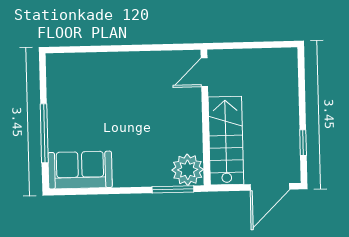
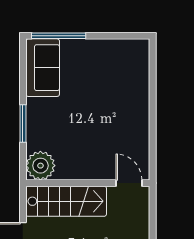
window: (44, 133) -> (59, 36), moved
window: (173, 189) -> (23, 124), moved

